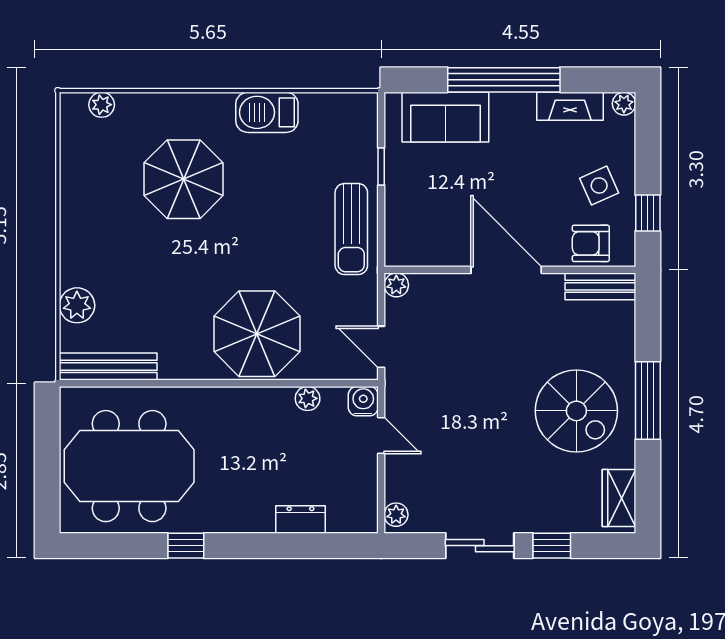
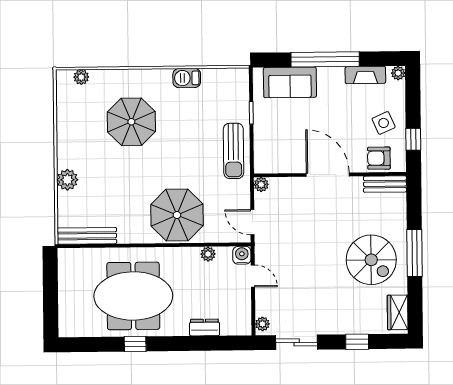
barbecue: (267, 112) -> (187, 78), width x0.73, depth x0.79
plant: (77, 305) -> (67, 180), moved
meeting table: (129, 466) -> (133, 296), moved
sliding door: (480, 546) -> (297, 342), moved

